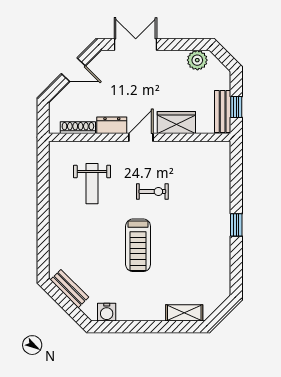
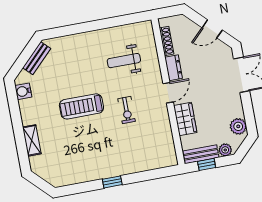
door: (73, 70) -> (212, 29), hinge flipped
plant: (223, 81) -> (225, 150), added
door: (141, 137) -> (168, 93), hinge flipped
shelving: (184, 313) -> (32, 140), moved

